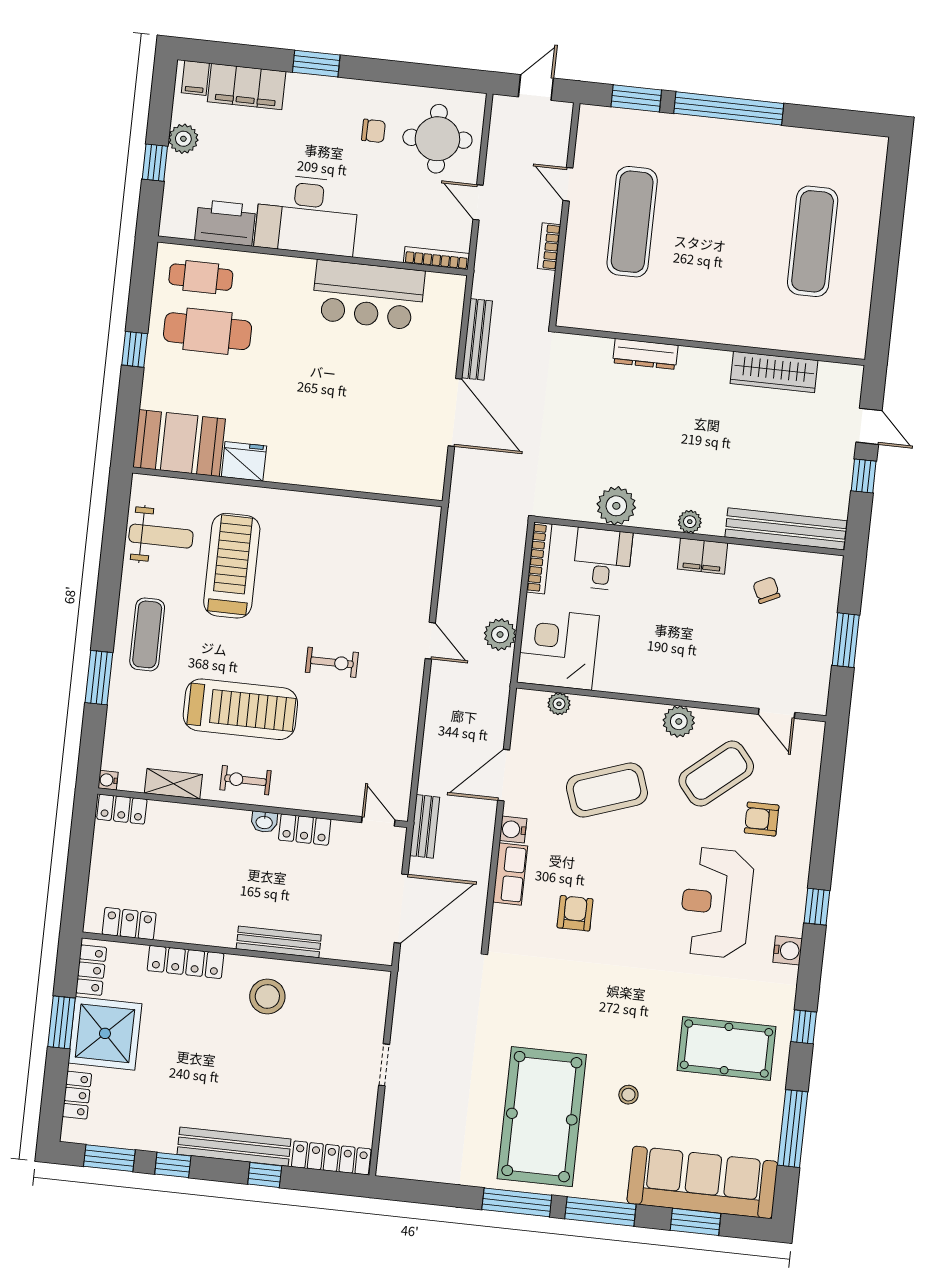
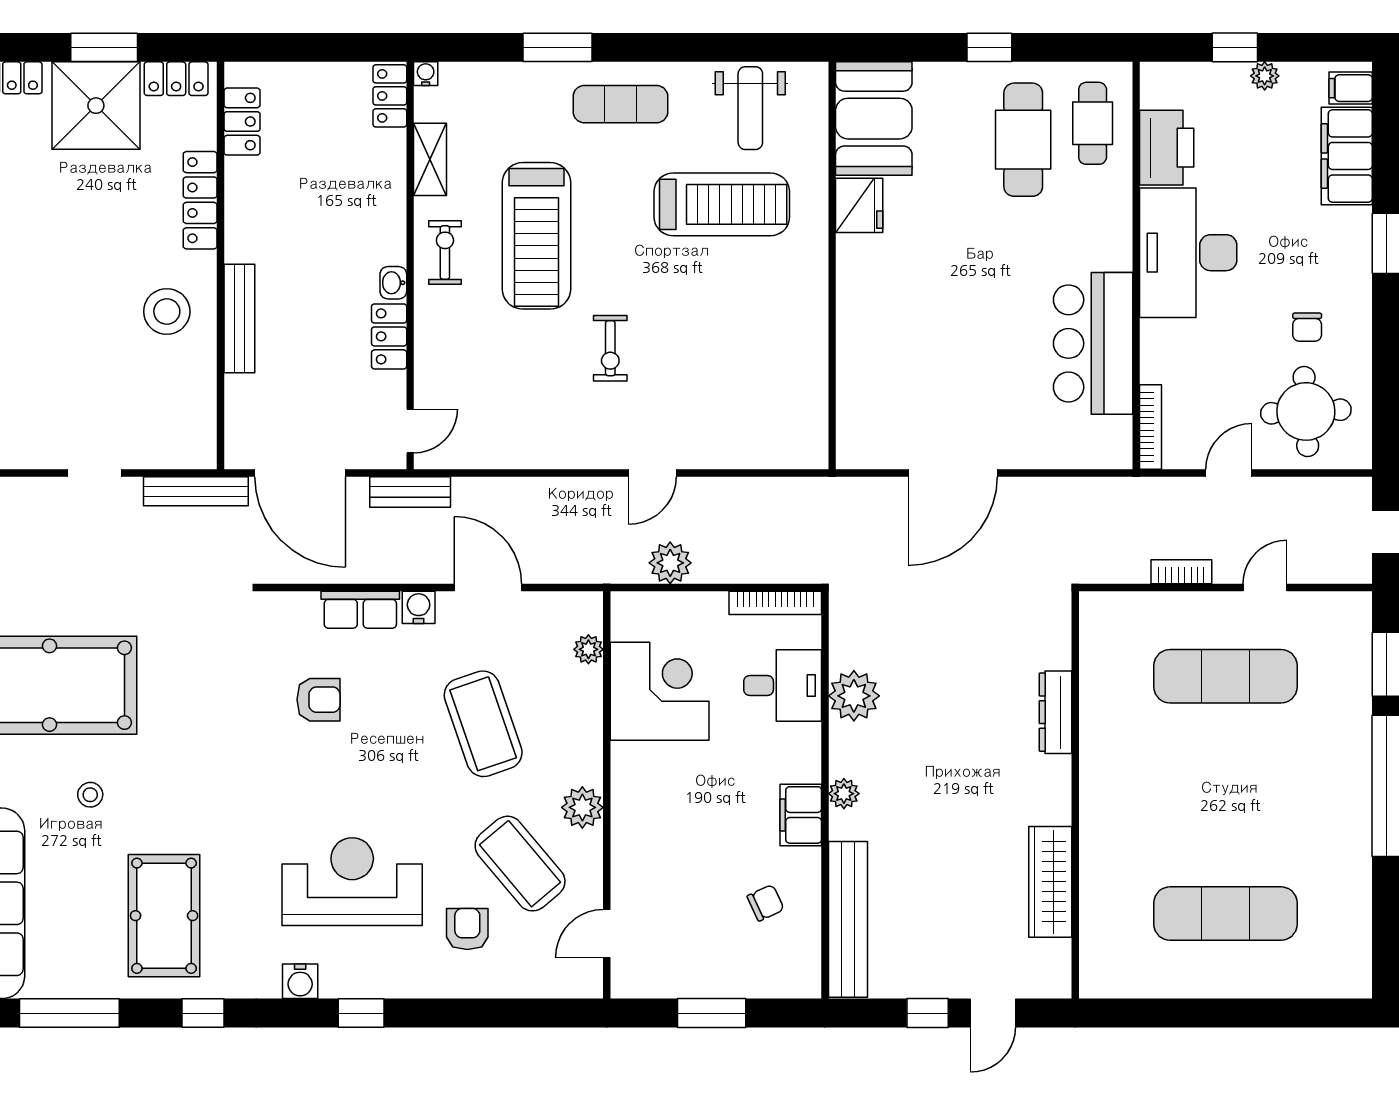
plant: (183, 139) -> (1265, 76), width x0.73, depth x0.73
bench: (477, 339) -> (196, 491), moved
corner desk: (558, 649) -> (660, 691), moved

